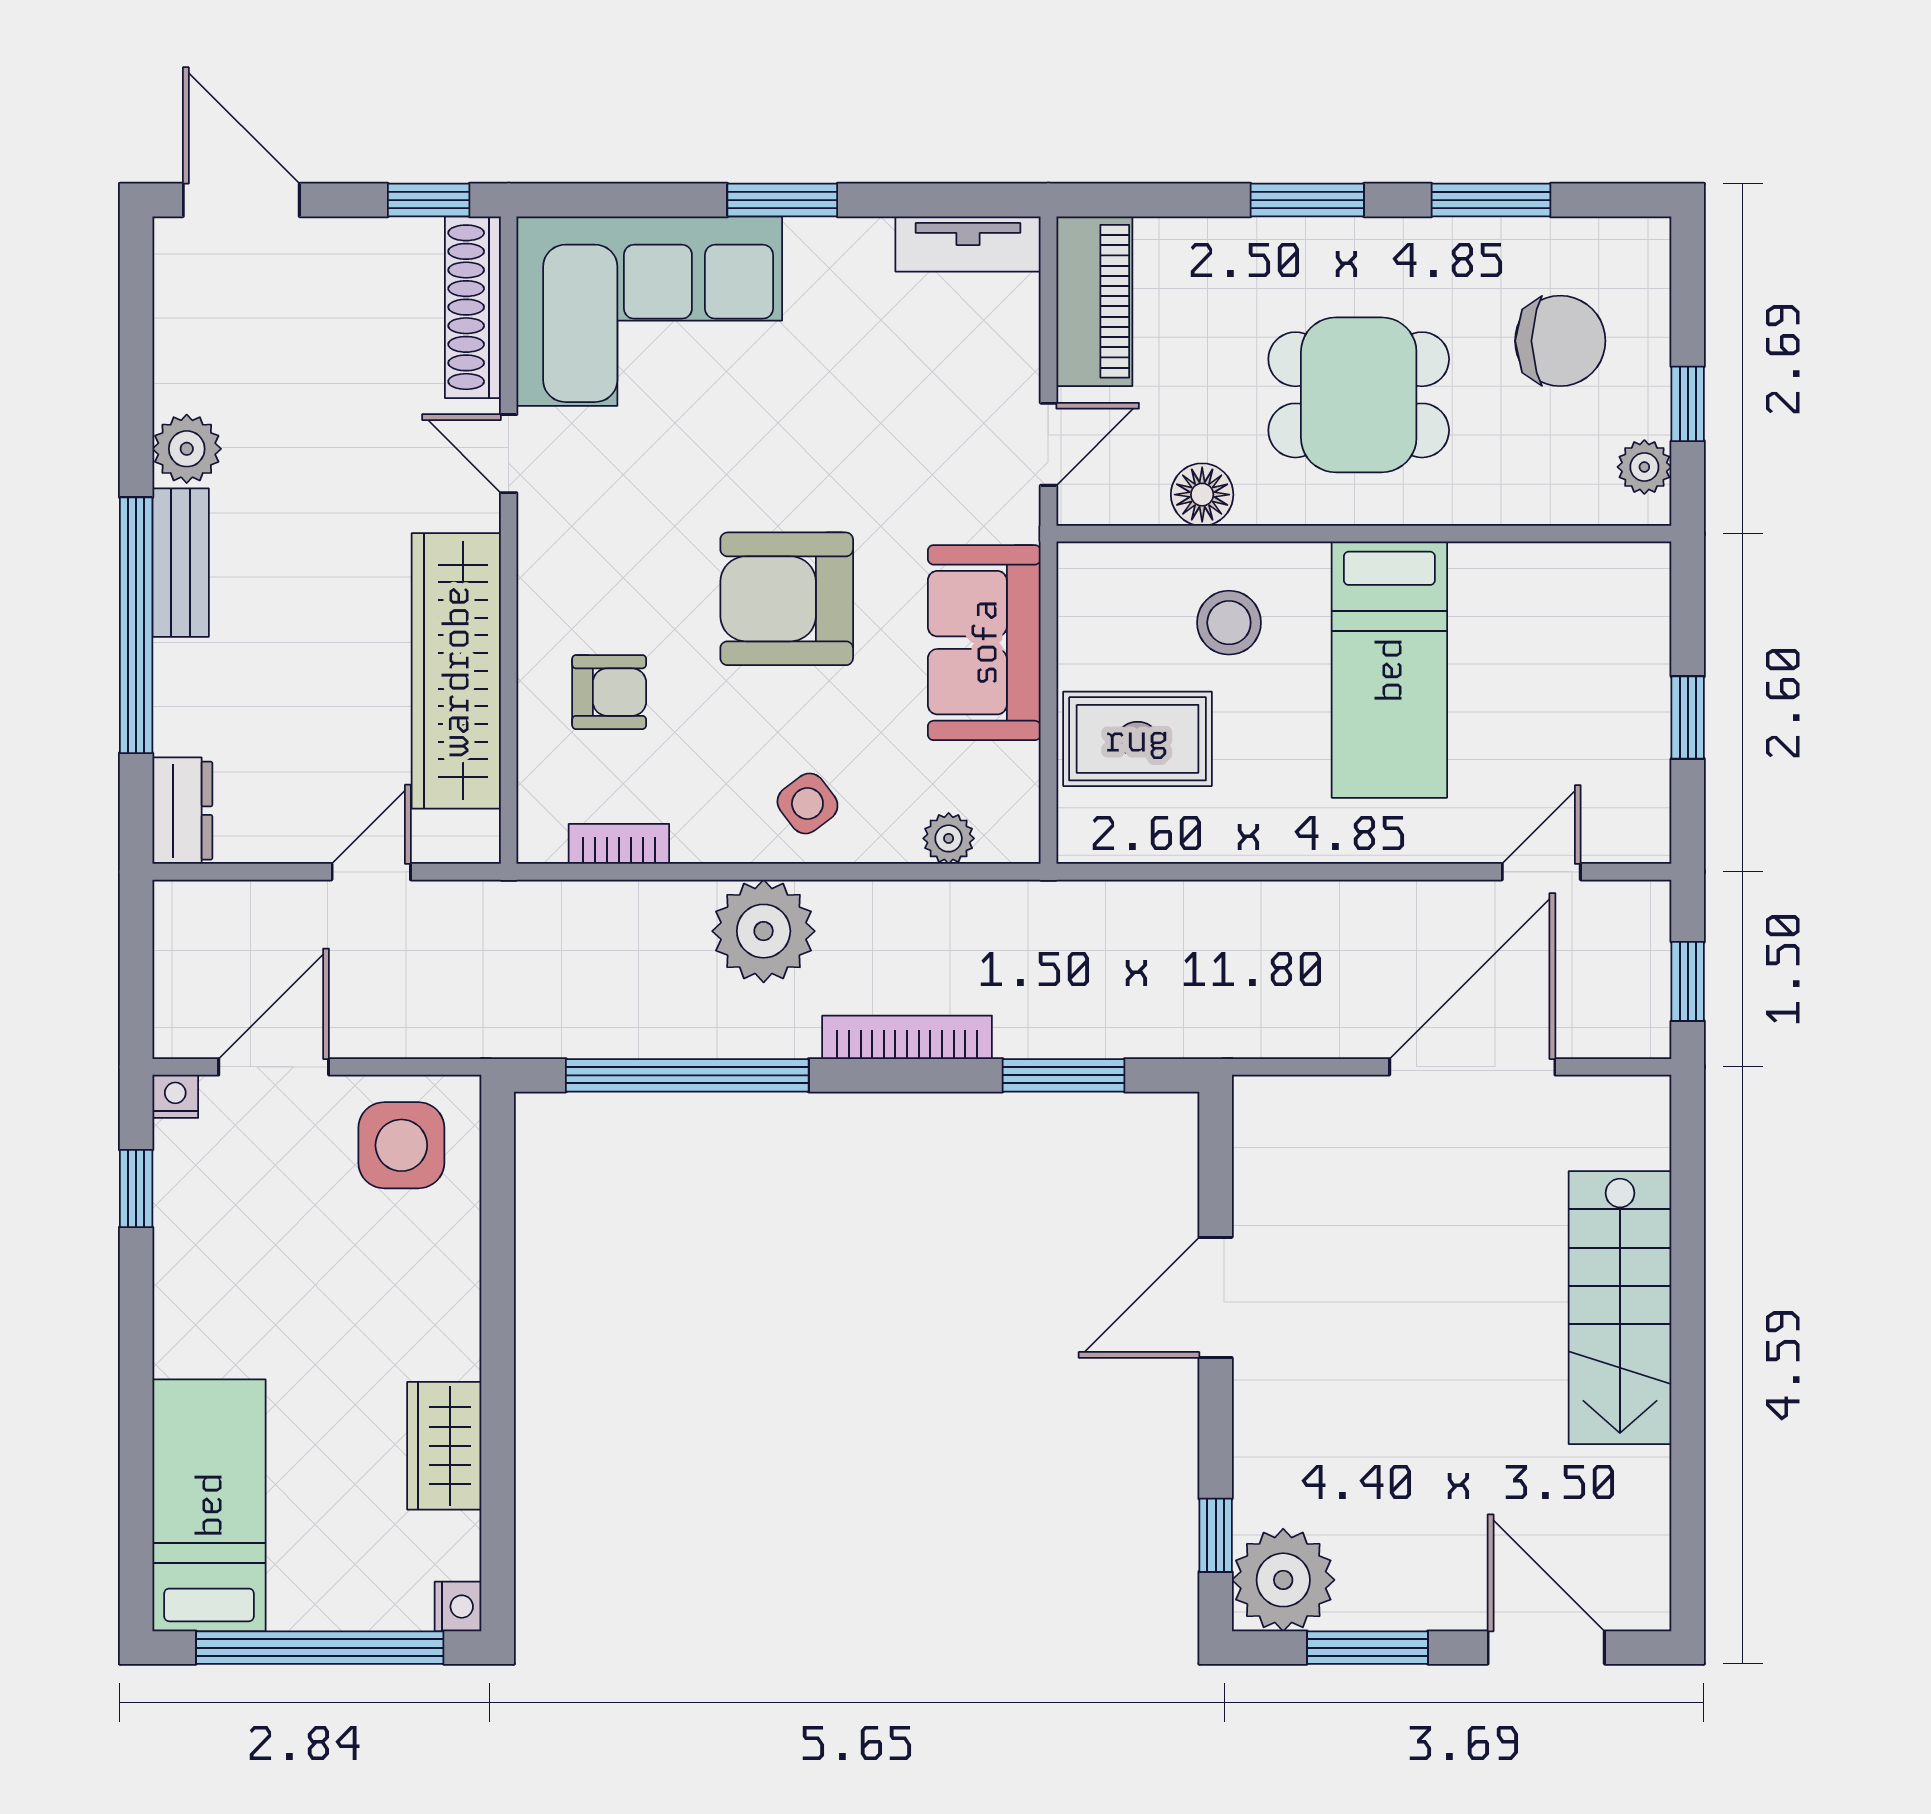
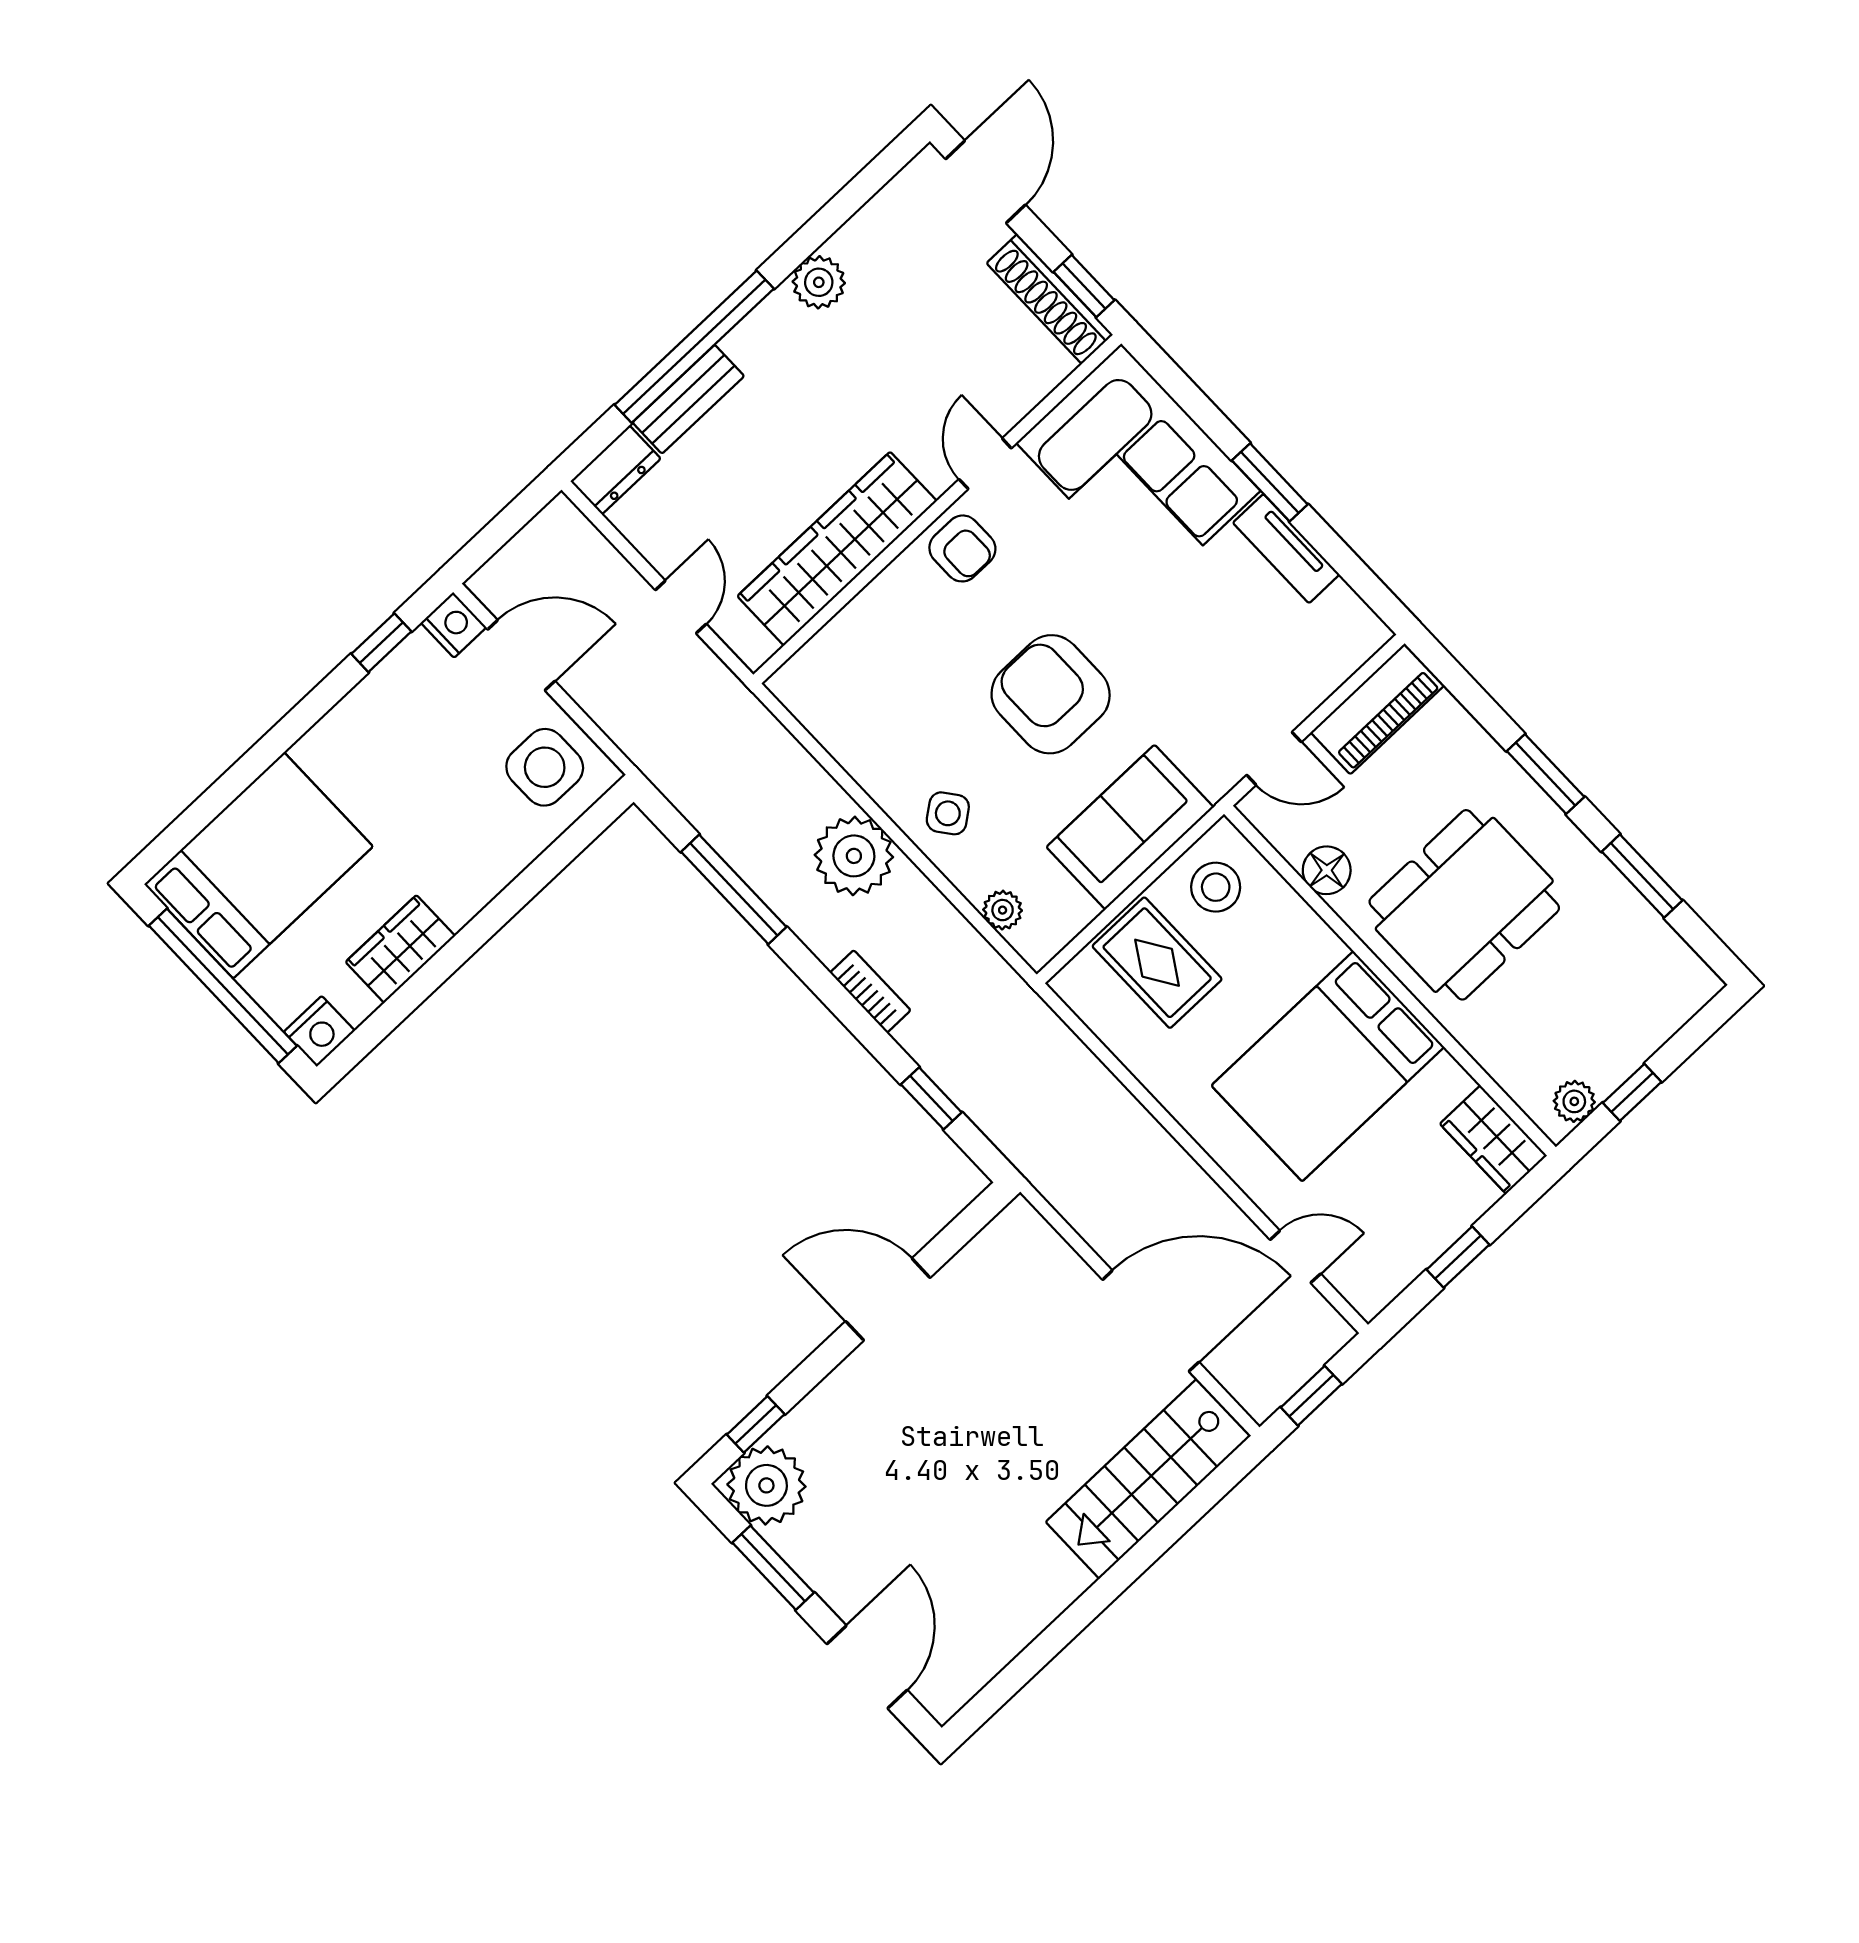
tv unit: (968, 244) -> (1286, 549), moved
shoe rack: (473, 307) -> (1050, 299), moved, turned -90
chair: (1560, 341) -> (1600, 988), removed
dining table: (1359, 395) -> (1464, 905), width x1.38
bench: (181, 563) -> (688, 399), moved
wardrobe: (1608, 578) -> (1493, 1140), added
stool: (1229, 623) -> (1216, 887), moved
bed: (1389, 670) -> (1328, 1066), width x1.50
armchair: (609, 692) -> (962, 548), moved
bookcase: (619, 844) -> (826, 730), removed
door: (371, 872) -> (681, 607), hinge flipped
bookcase: (907, 1037) -> (870, 991), width x0.64
window: (687, 1075) -> (734, 889), width x0.68
window: (1064, 1075) -> (931, 1098), width x0.67
nightstand: (175, 1096) -> (454, 625), width x1.39, depth x1.35
stairs: (1620, 1308) -> (1148, 1479), moved
bed: (209, 1505) -> (259, 865), width x1.50
nightstand: (458, 1607) -> (319, 1031), width x1.39, depth x1.35

